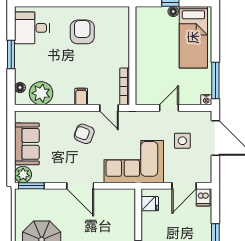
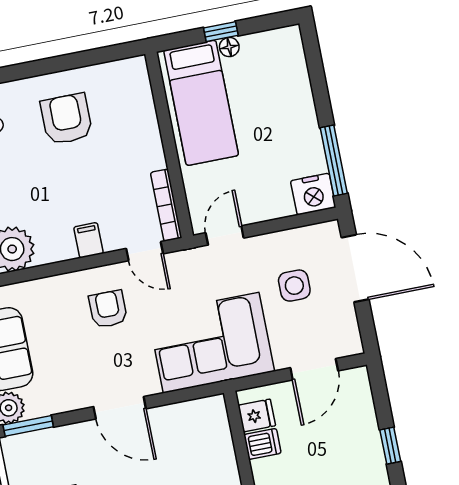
bed: (193, 37) -> (201, 103), moved
nightstand: (206, 100) -> (313, 194), width x1.89, depth x1.79
door: (169, 108) -> (225, 235), moved
armchair: (84, 134) -> (108, 309), turned 69
dishwasher: (203, 197) -> (262, 444), moved, turned -90

